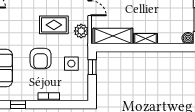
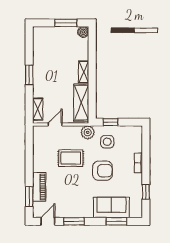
rug: (54, 25) -> (71, 158), turned 90
plant: (81, 31) -> (88, 132), moved

